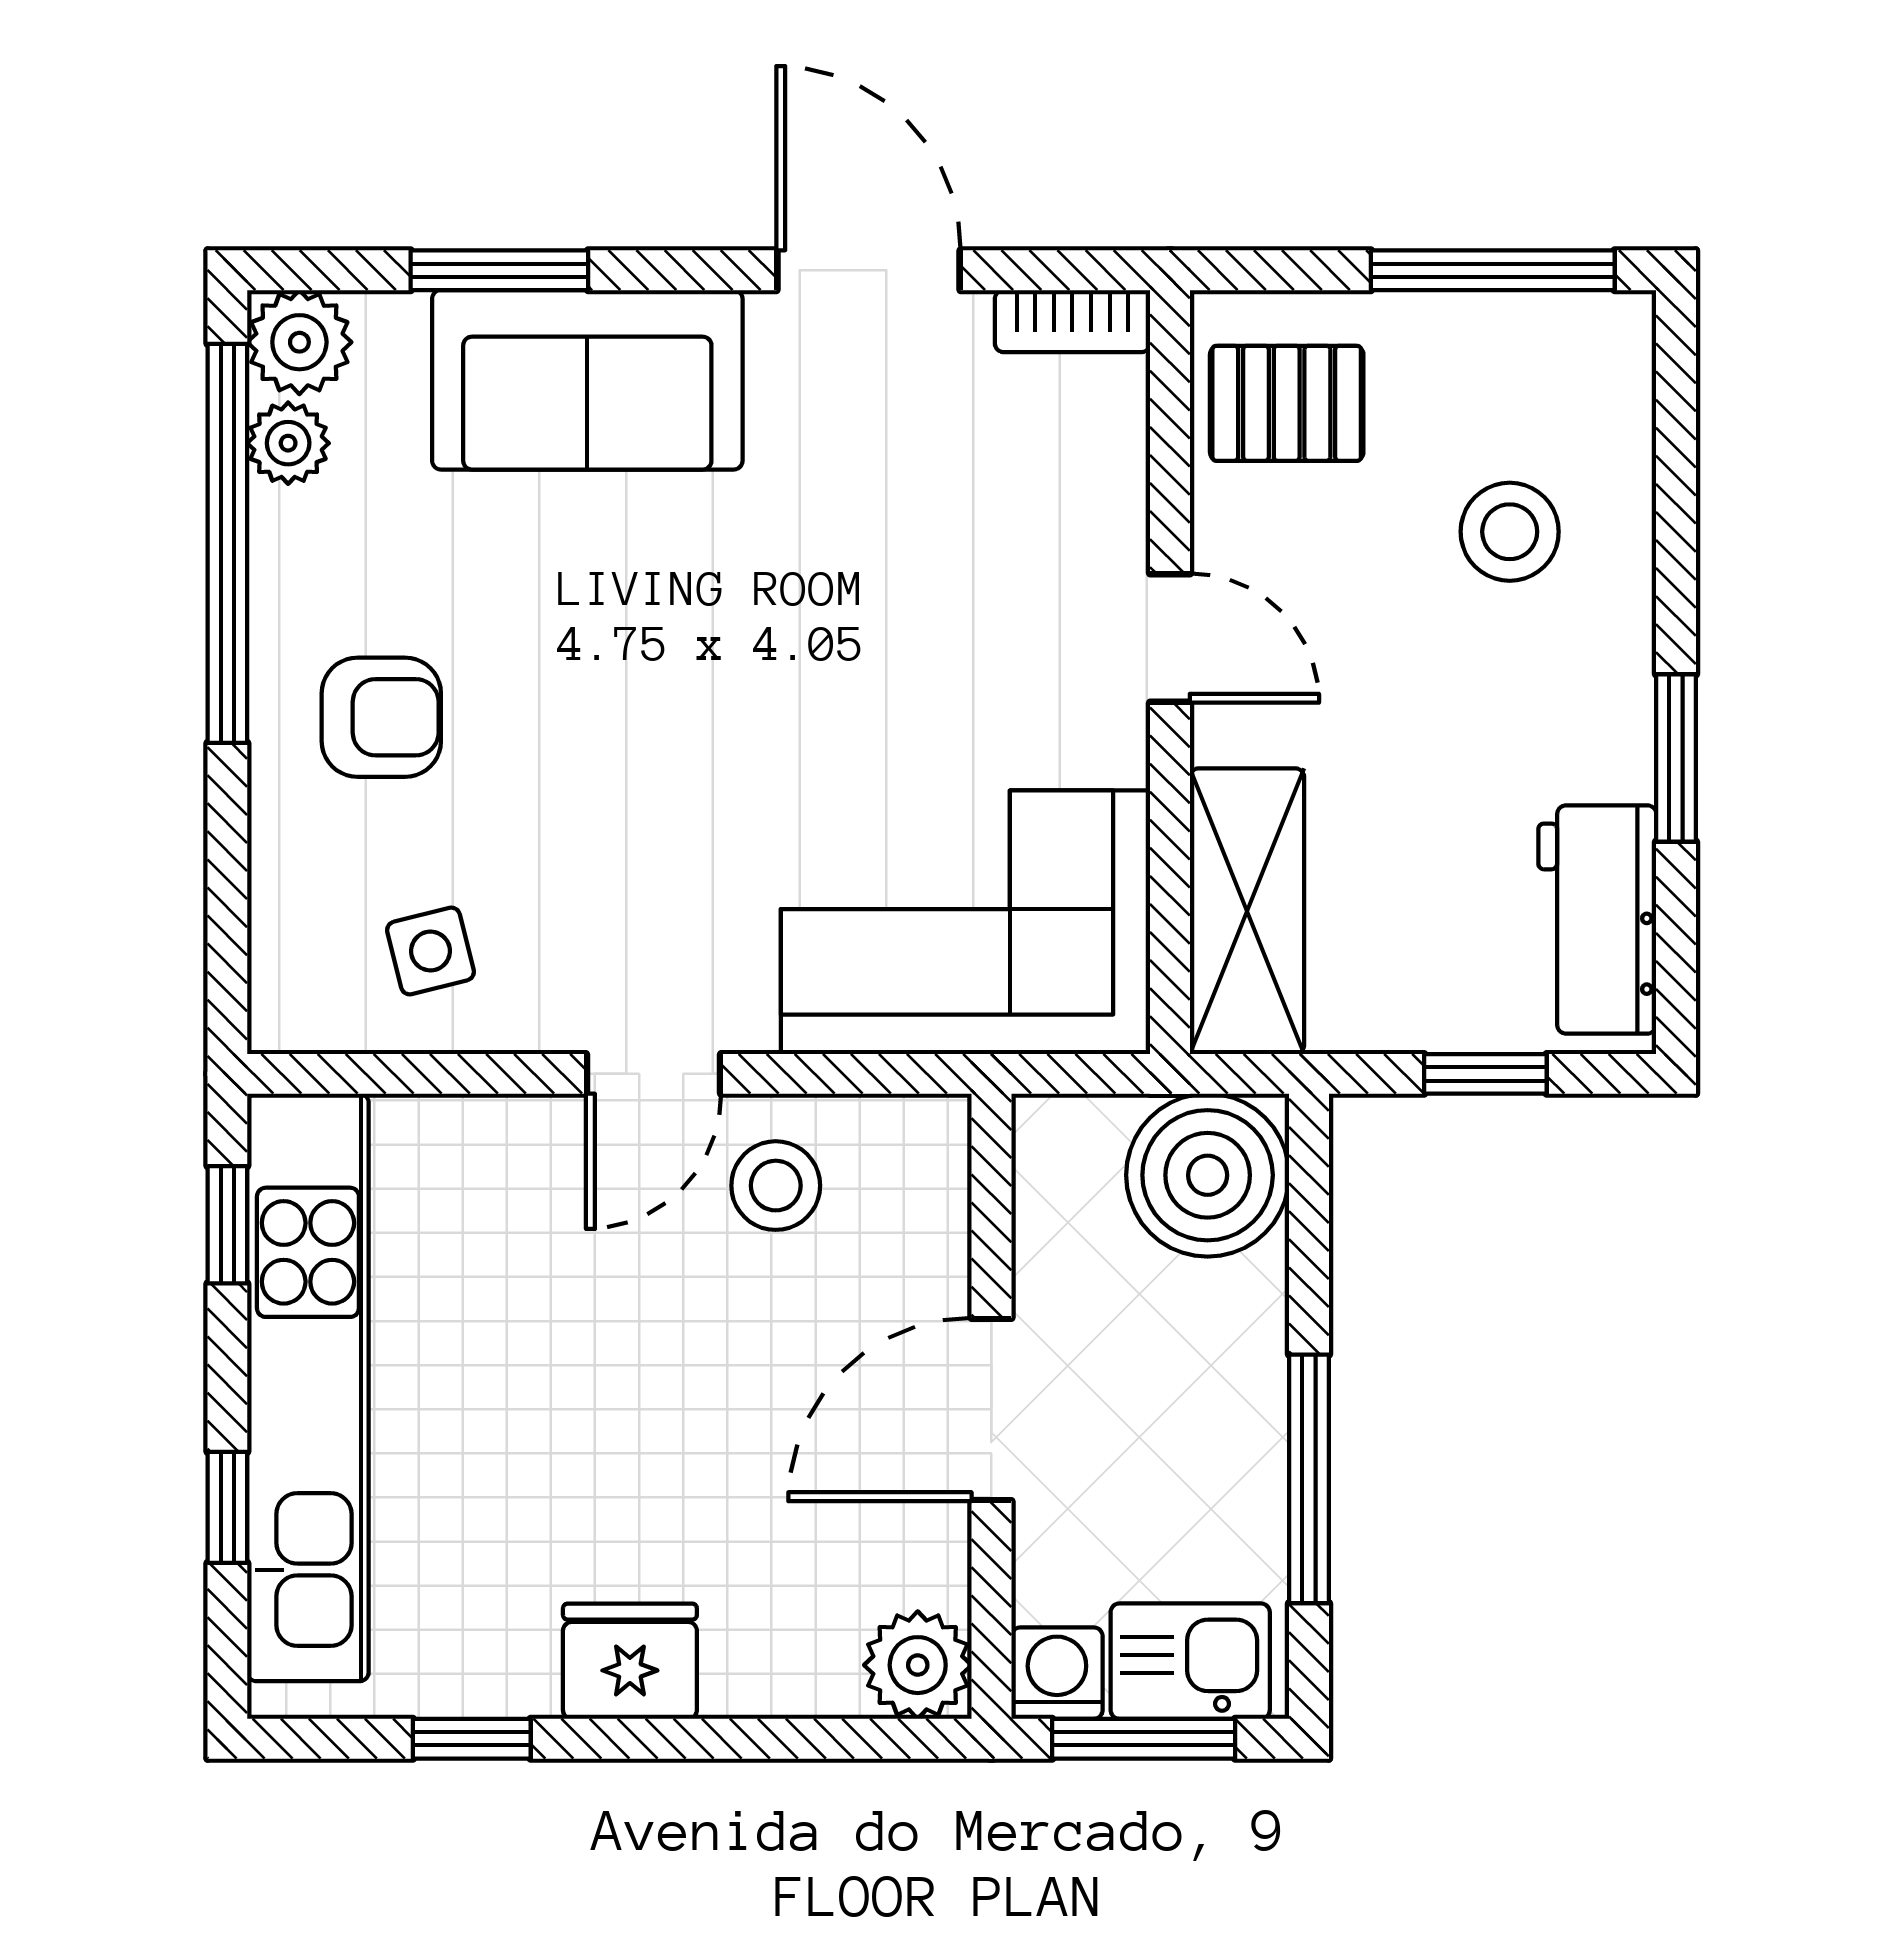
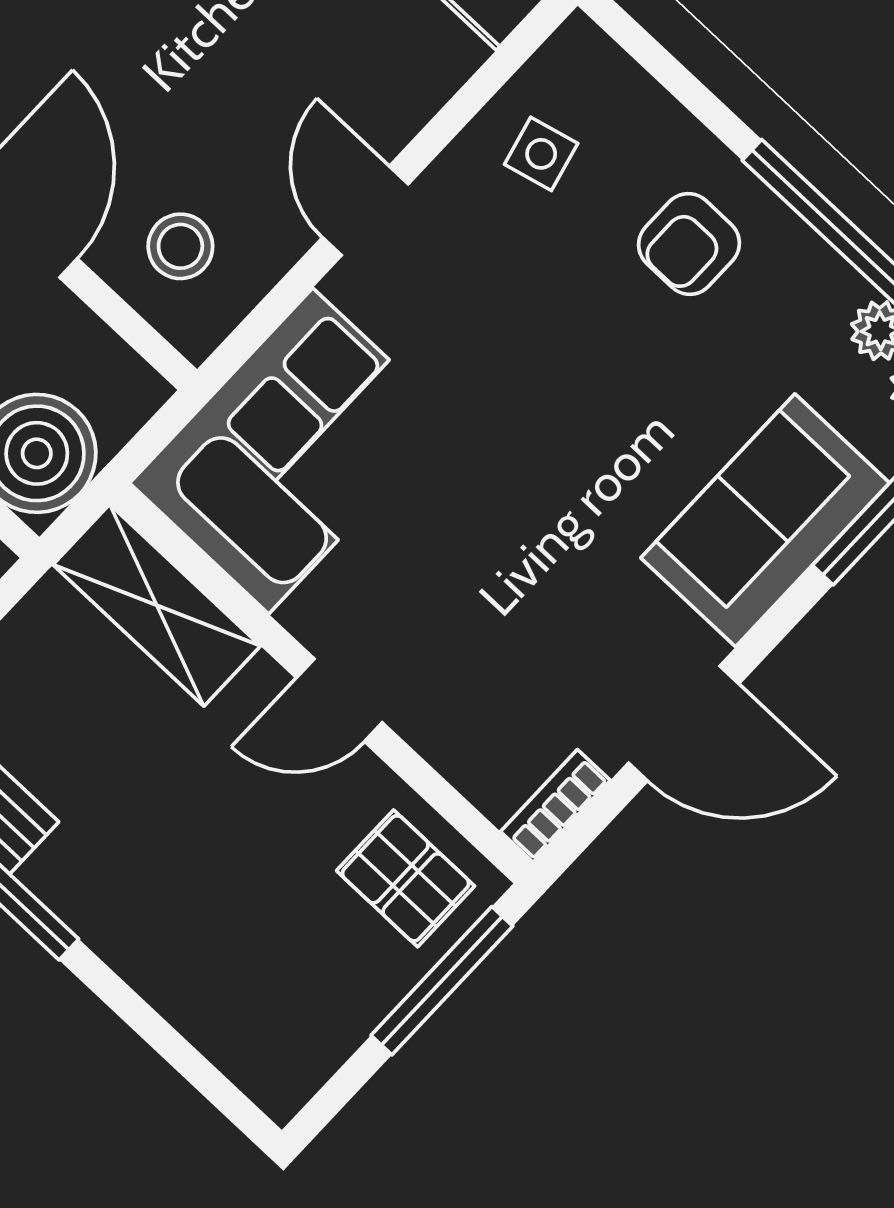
window: (1493, 270) -> (442, 981), moved
pallet: (1287, 403) -> (406, 878), turned 90
stool: (1510, 532) -> (227, 932), removed
stool: (776, 1186) -> (180, 246), moved

